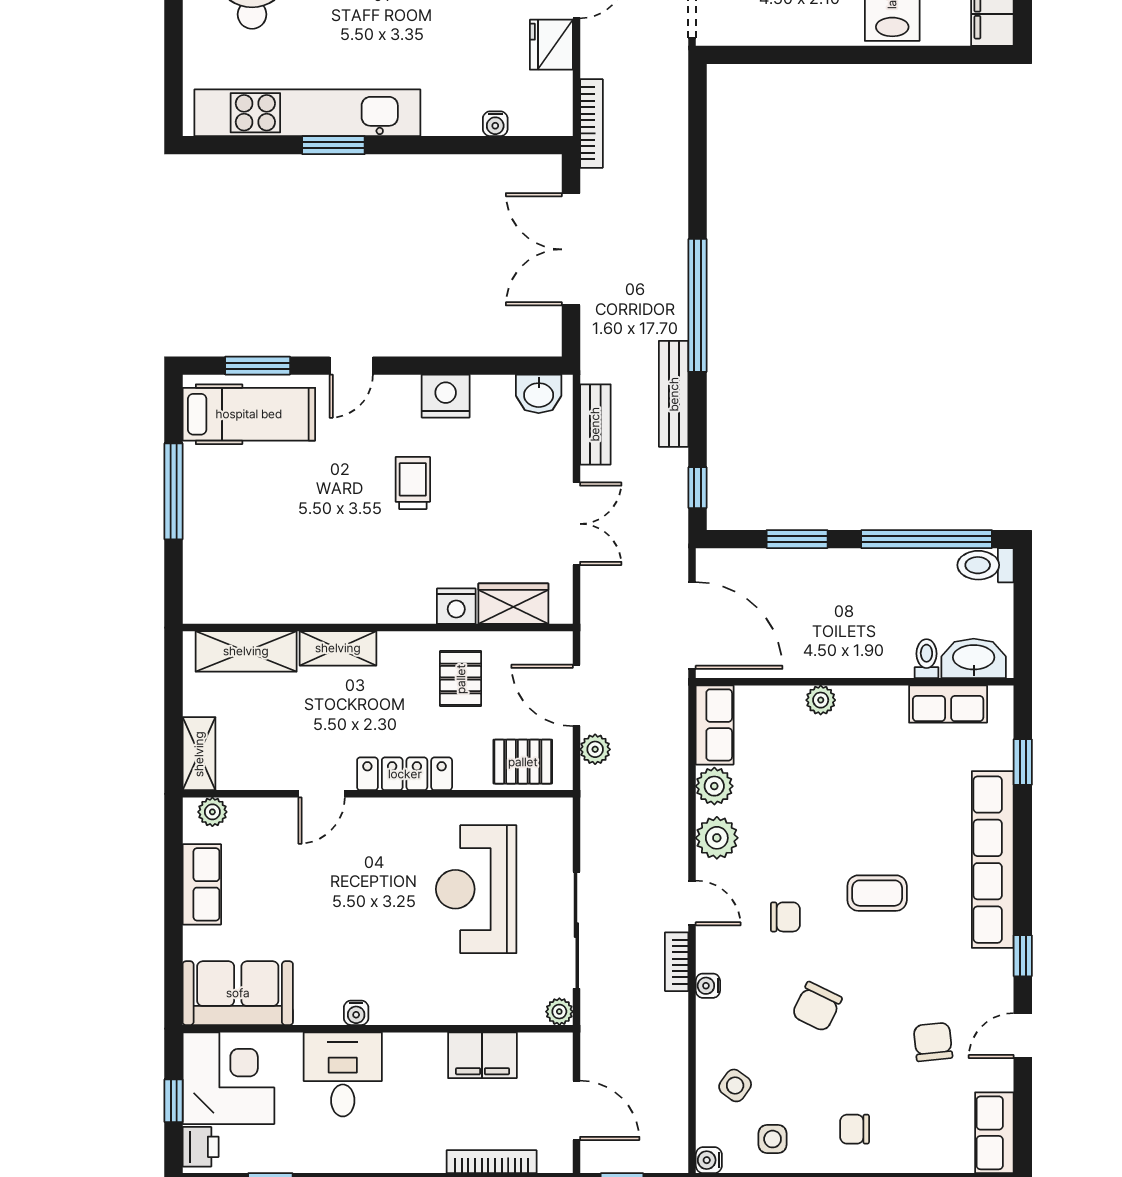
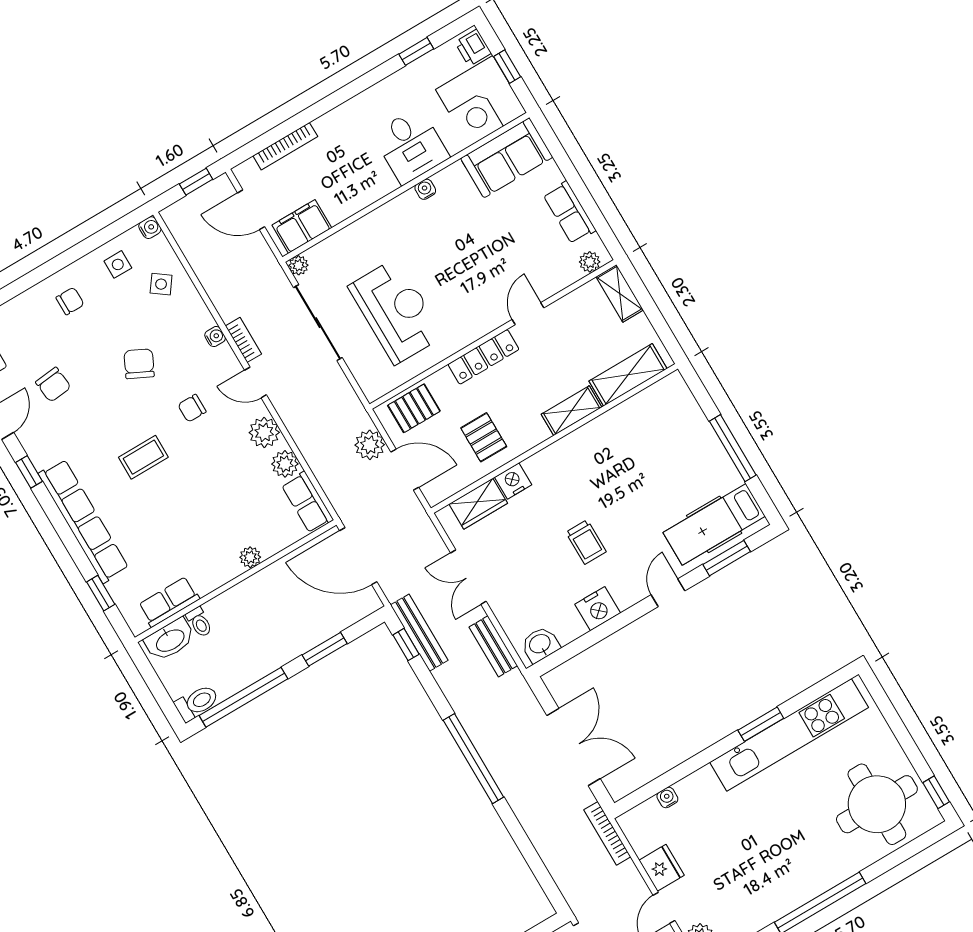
bench: (674, 394) -> (419, 633), moved
plant: (595, 749) -> (370, 445), width x1.38, depth x1.38
filing cabinet: (482, 1055) -> (302, 226), moved

